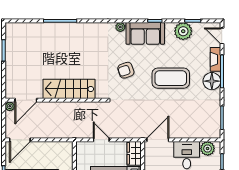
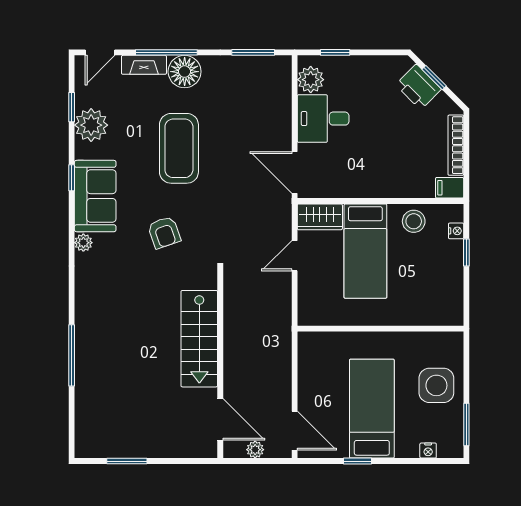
plant: (10, 106) -> (255, 450), moved
door: (101, 140) -> (295, 256), moved

